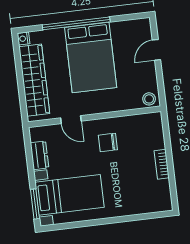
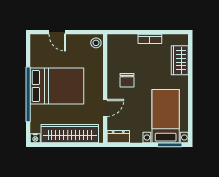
dresser: (39, 155) -> (118, 137), moved
wardrobe: (140, 204) -> (180, 60), added

